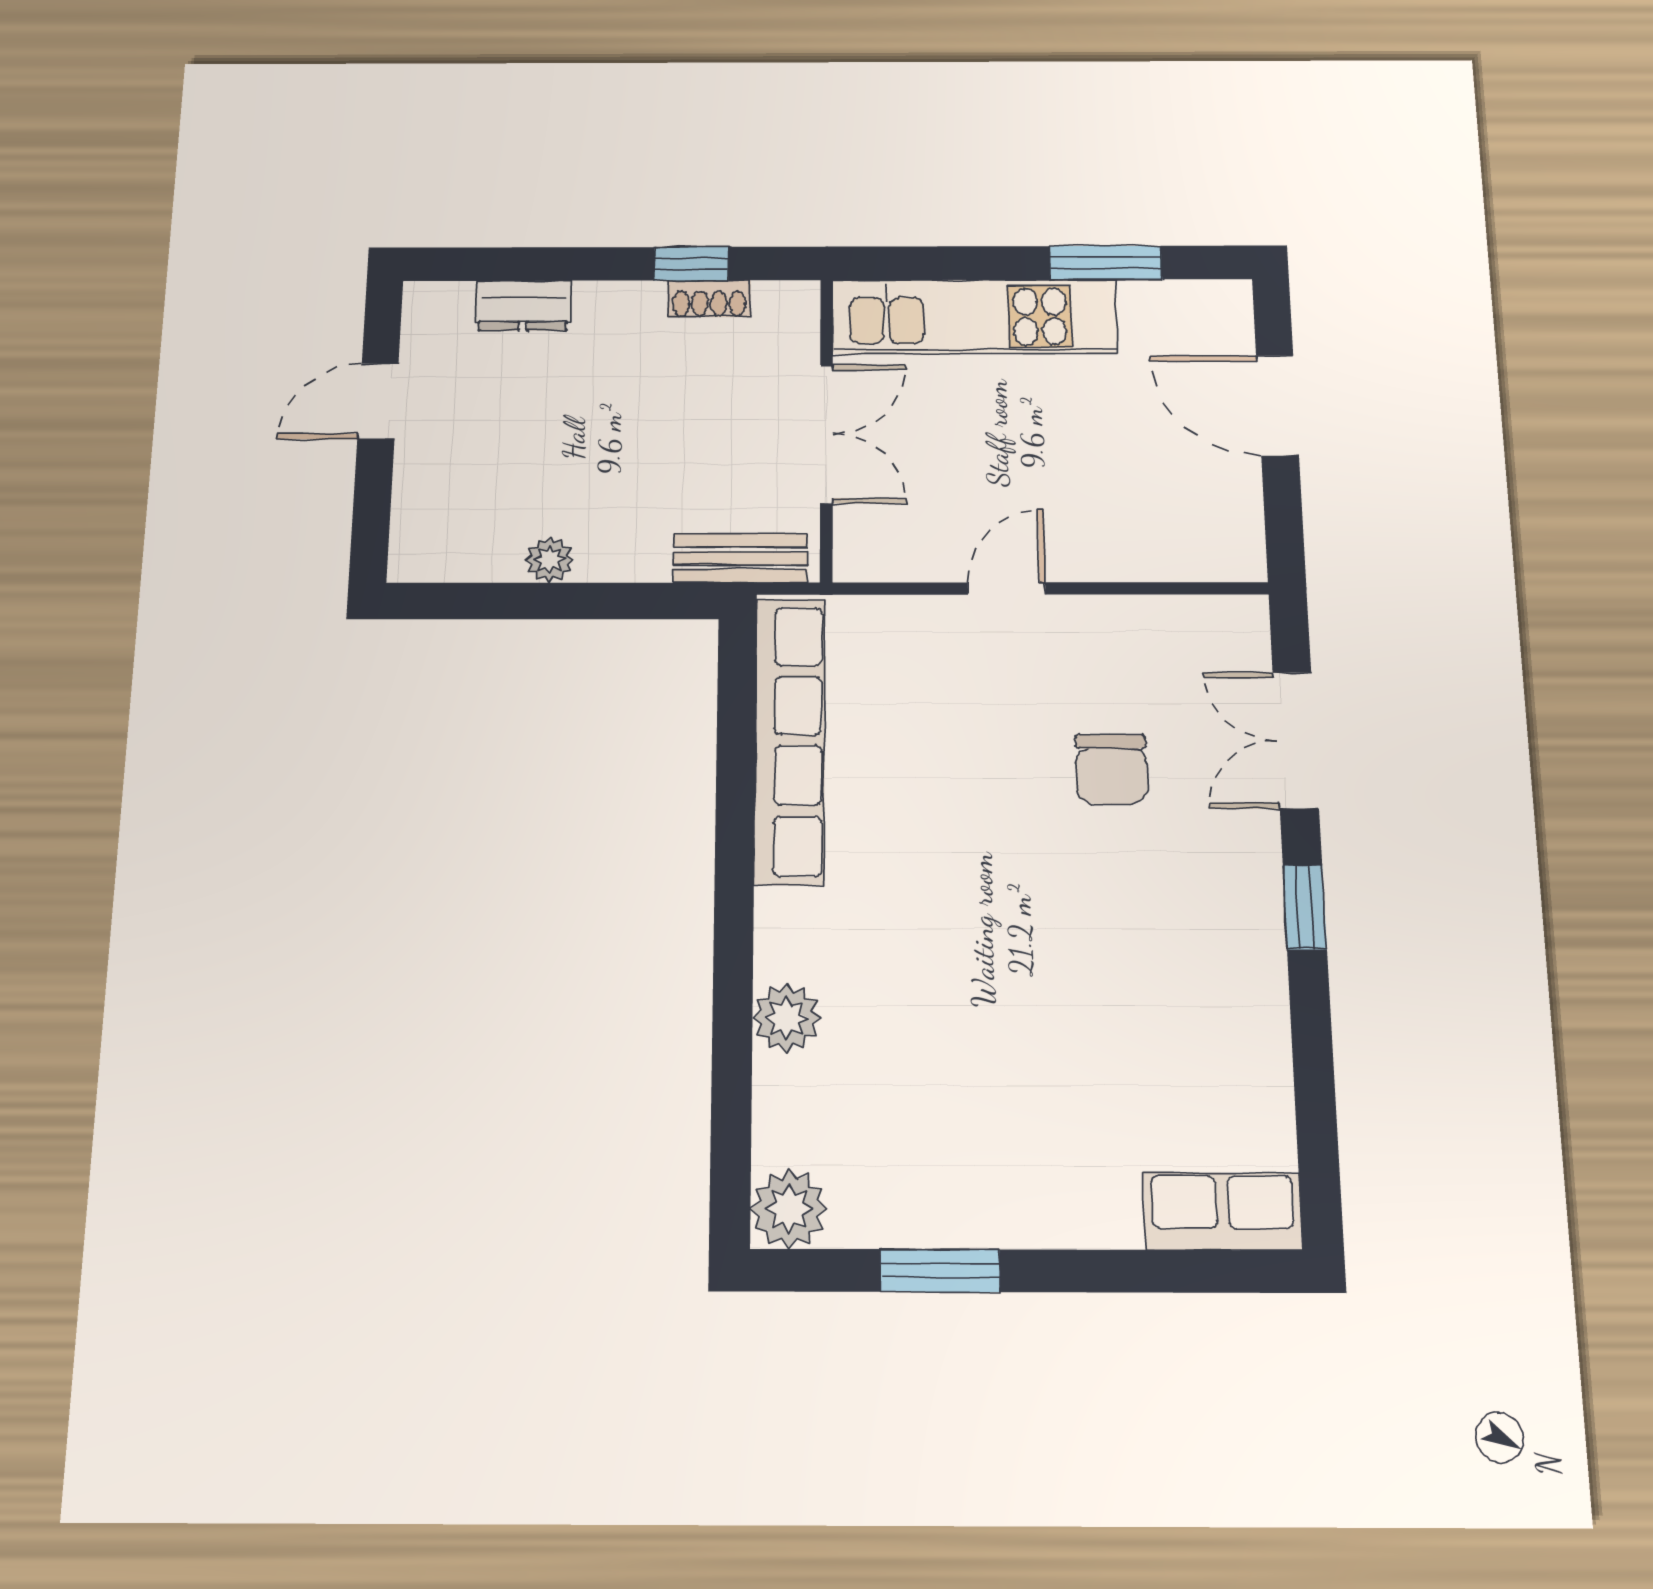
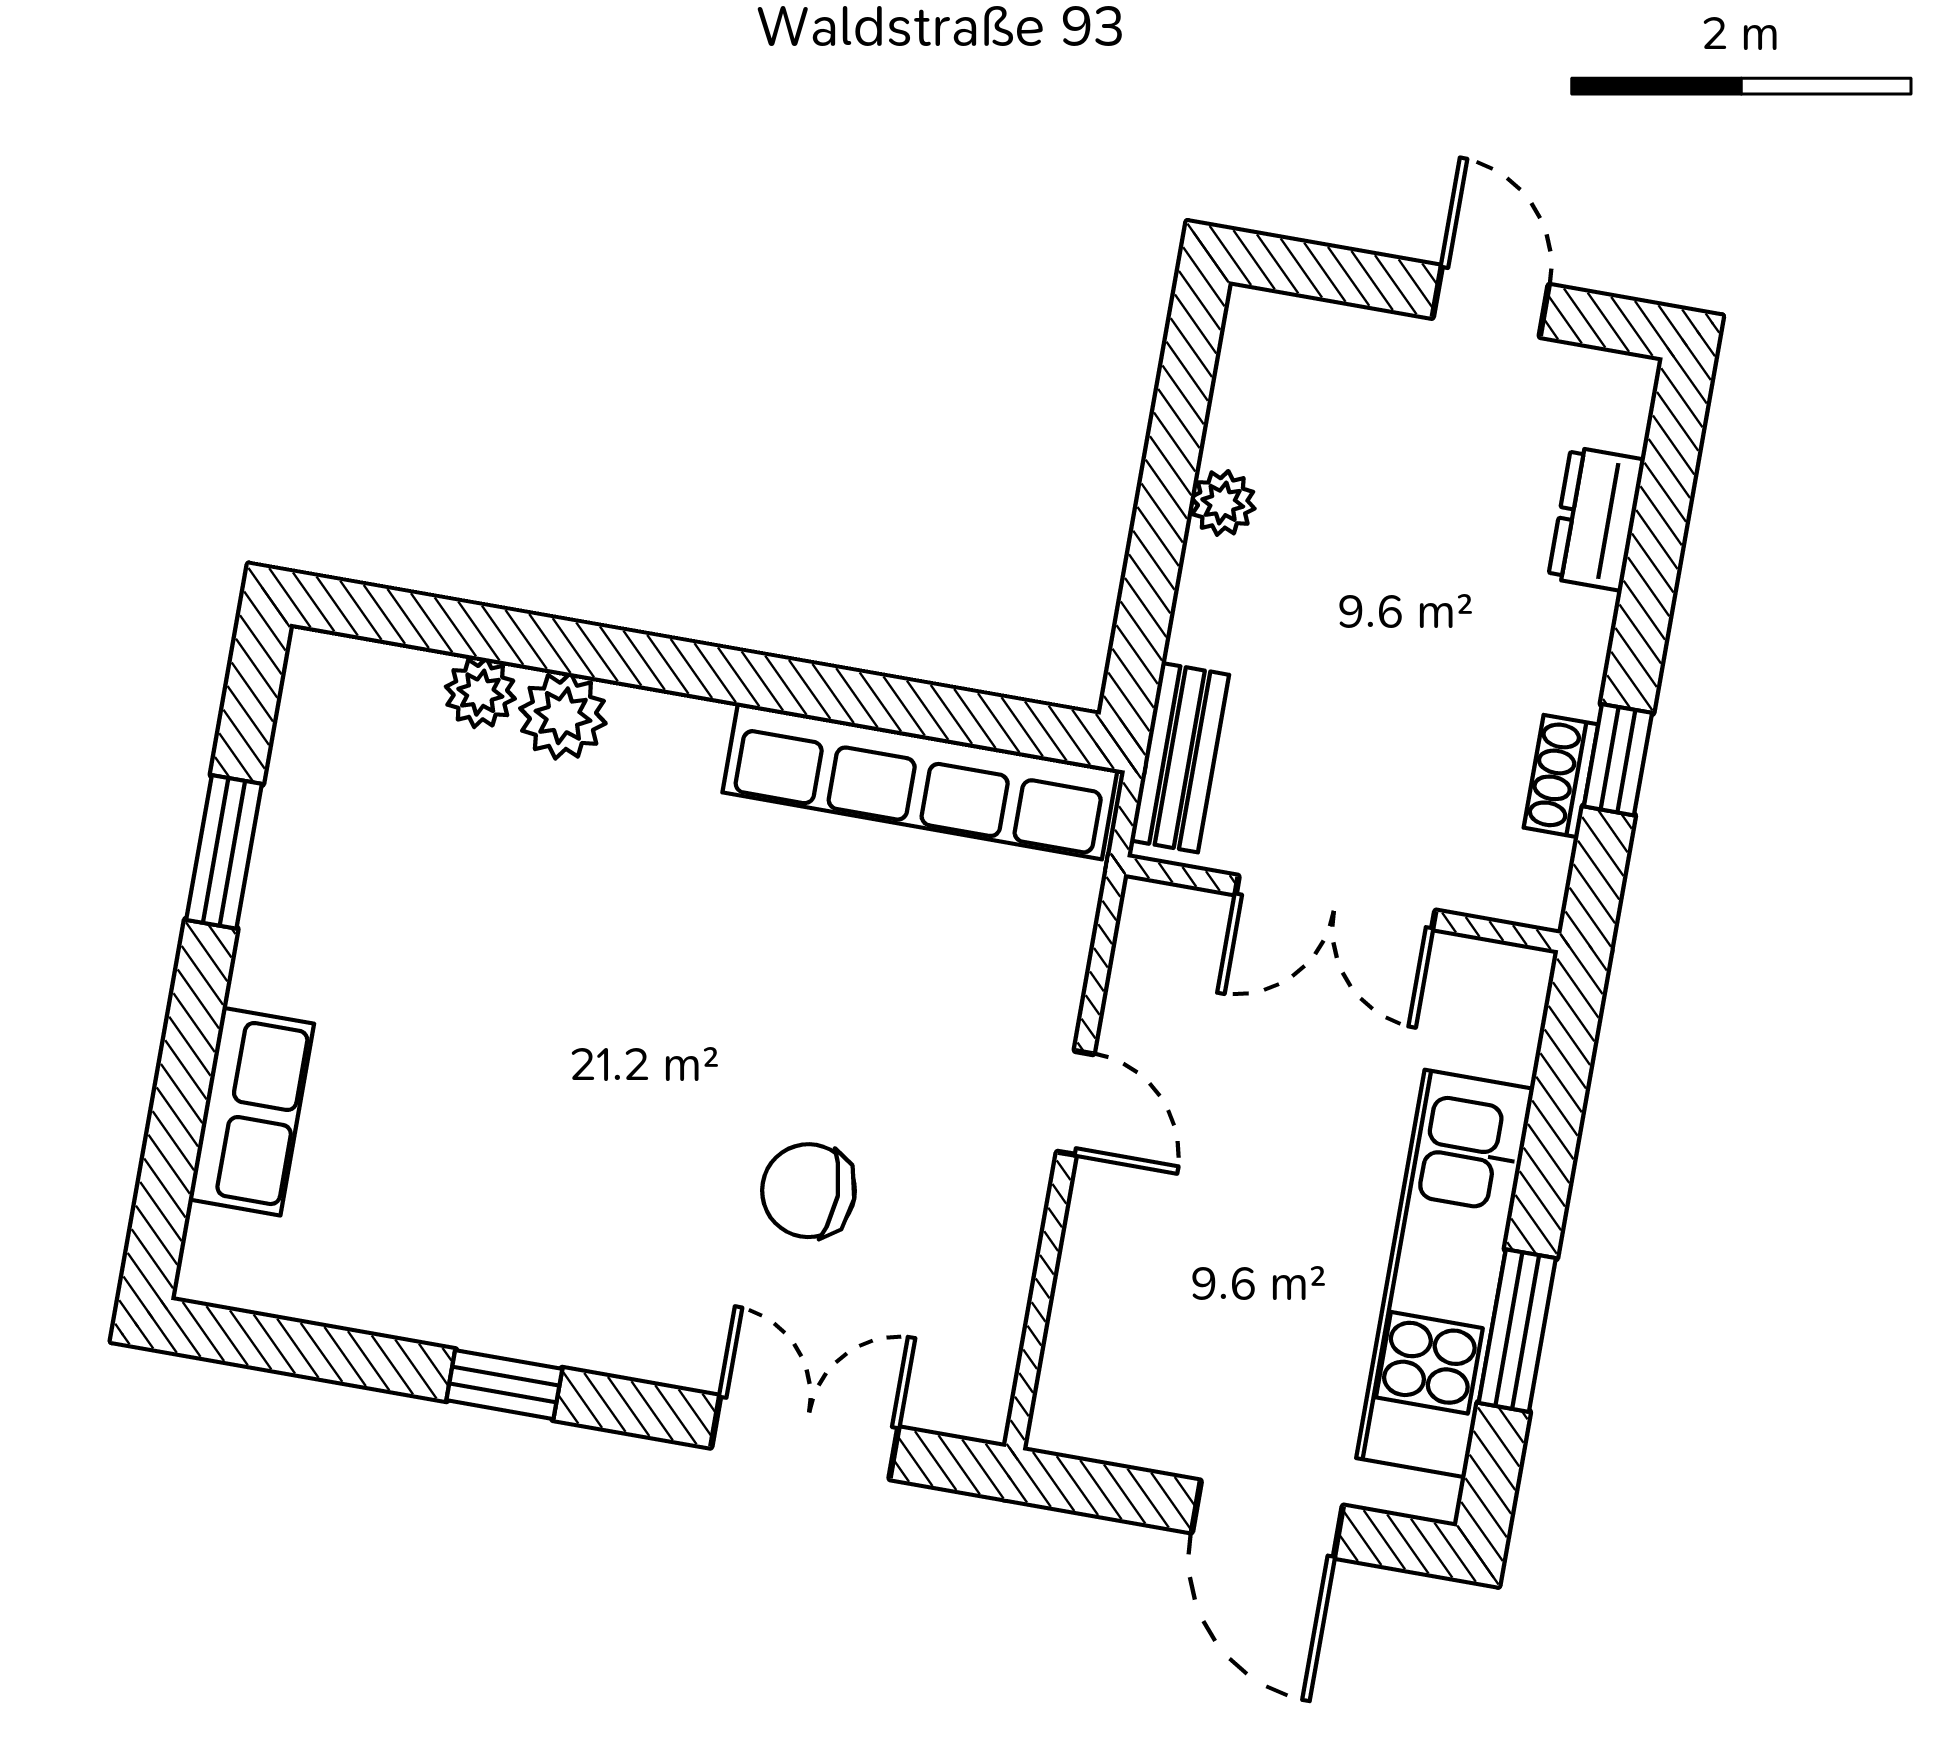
kitchen unit: (975, 317) -> (1445, 1273), moved
door: (1277, 405) -> (1267, 1519), swing flipped
window: (1305, 907) -> (504, 1385), moved
plant: (789, 1209) -> (480, 693), moved, width x0.73, depth x0.73
row of seats: (1223, 1211) -> (251, 1112), moved

